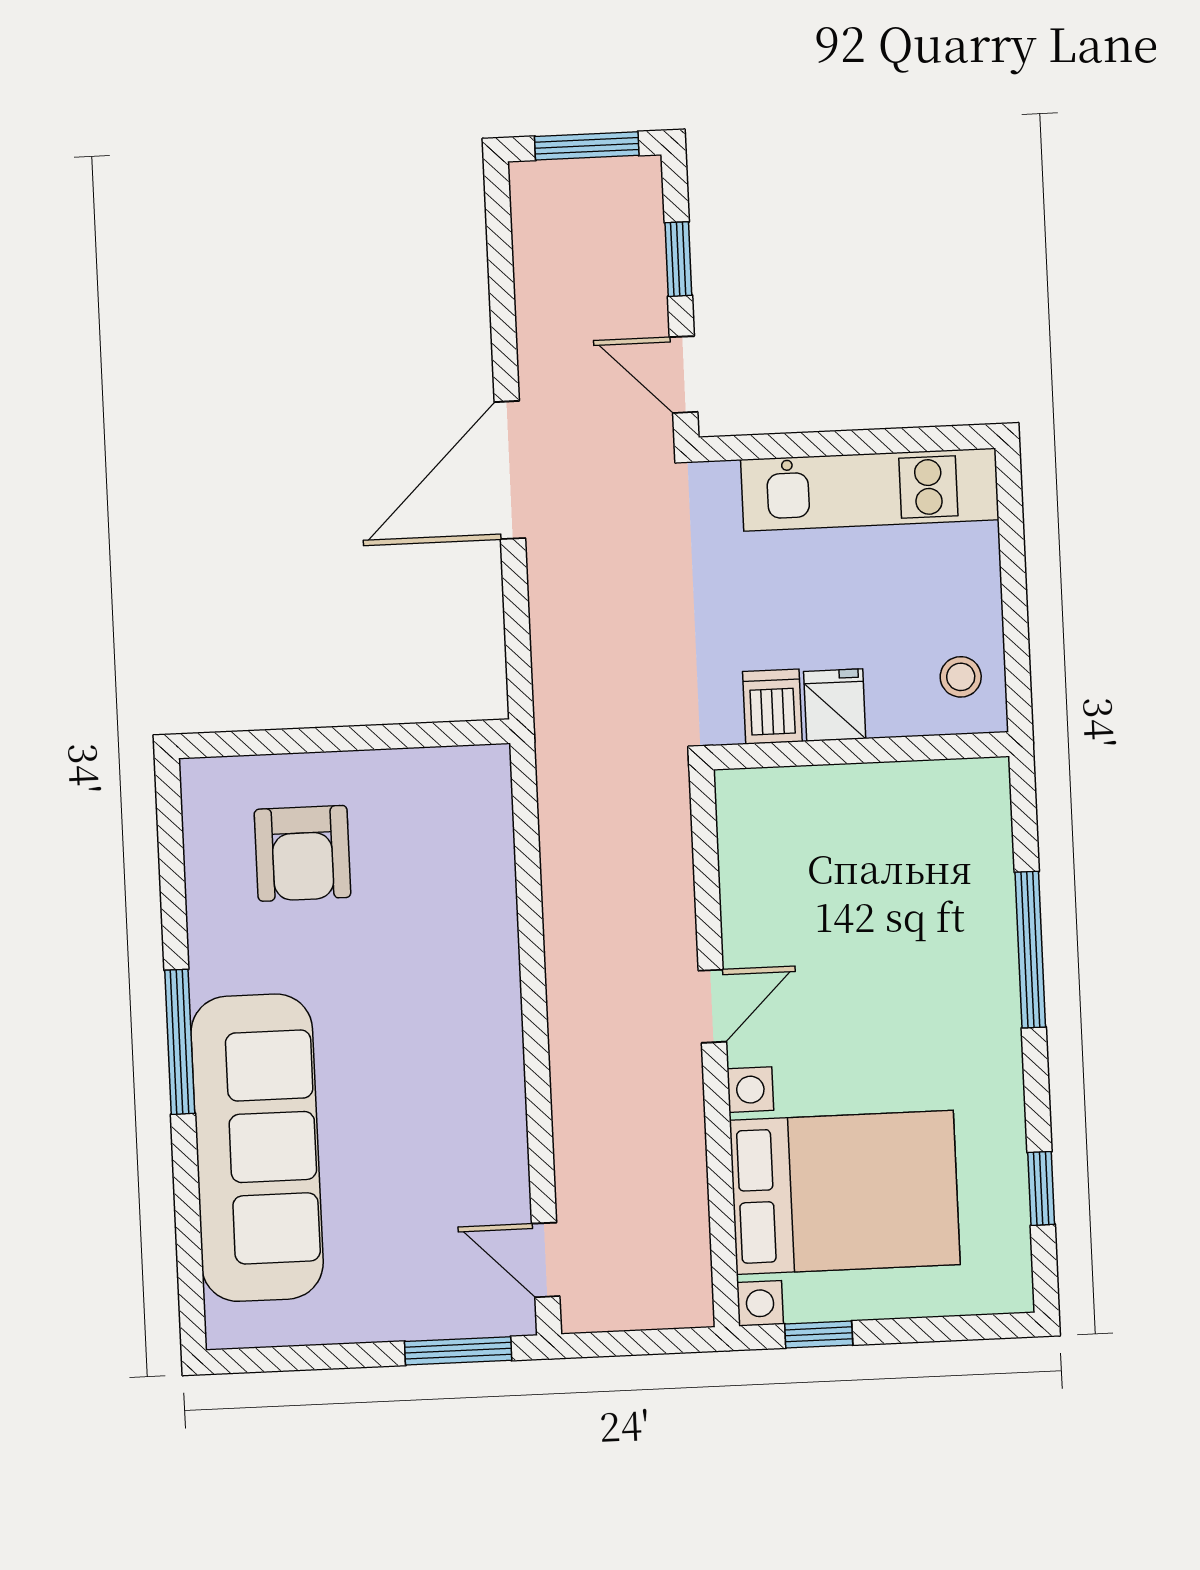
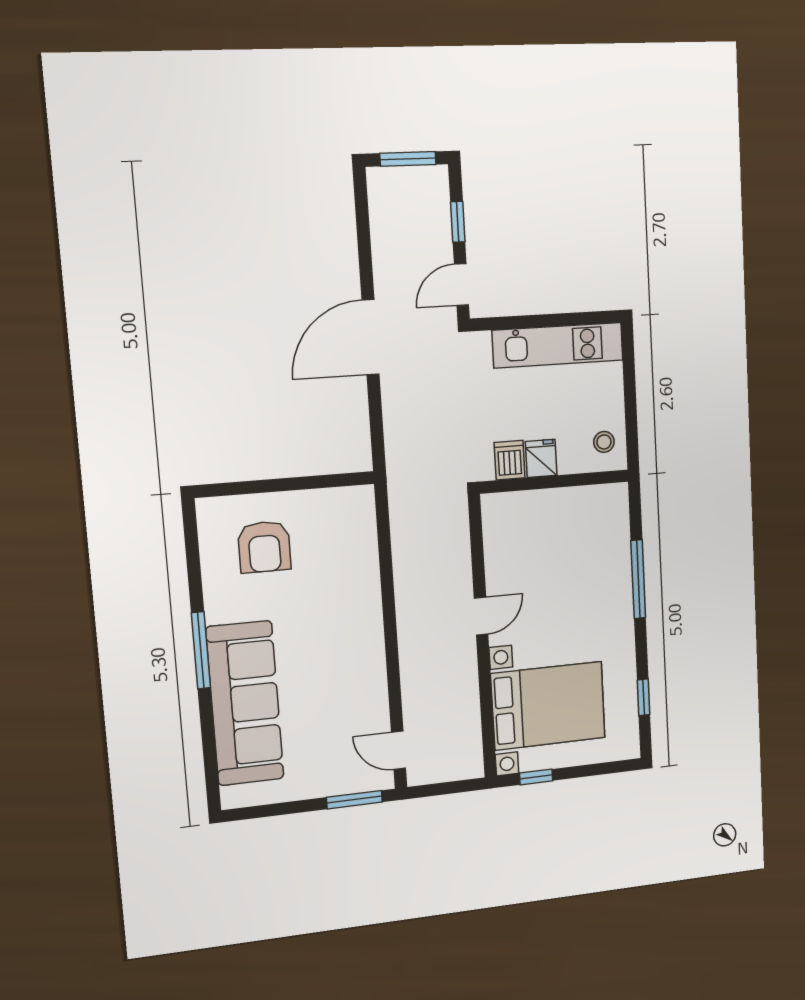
door: (684, 375) -> (461, 285), hinge flipped

